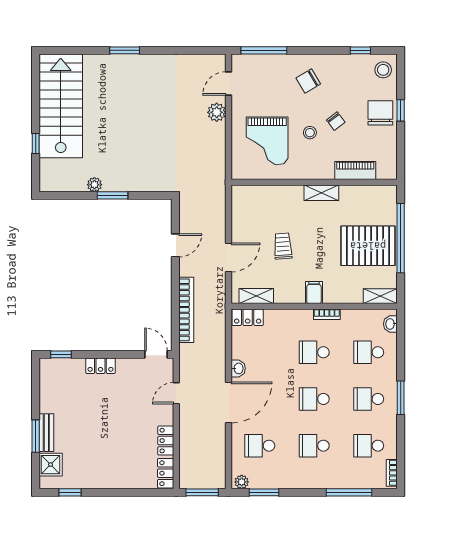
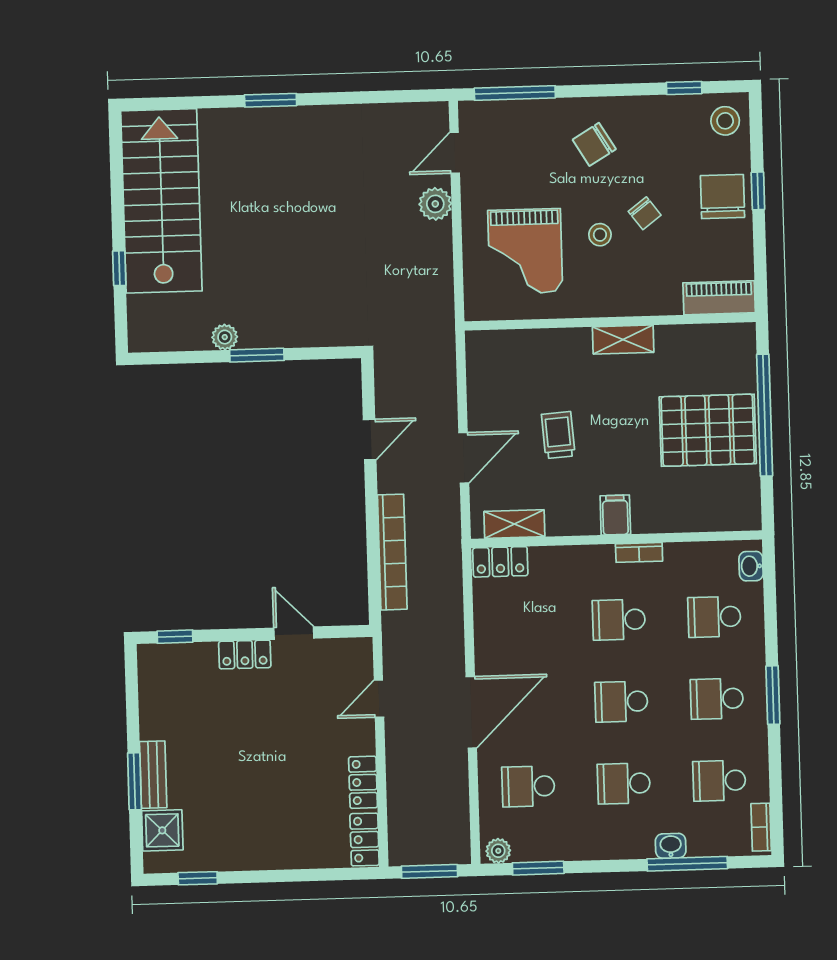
piano: (355, 171) -> (719, 298), moved
shelving: (380, 296) -> (732, 518), removed
door: (156, 354) -> (294, 633), moved
washbasin: (238, 368) -> (671, 846), moved, turned -90

